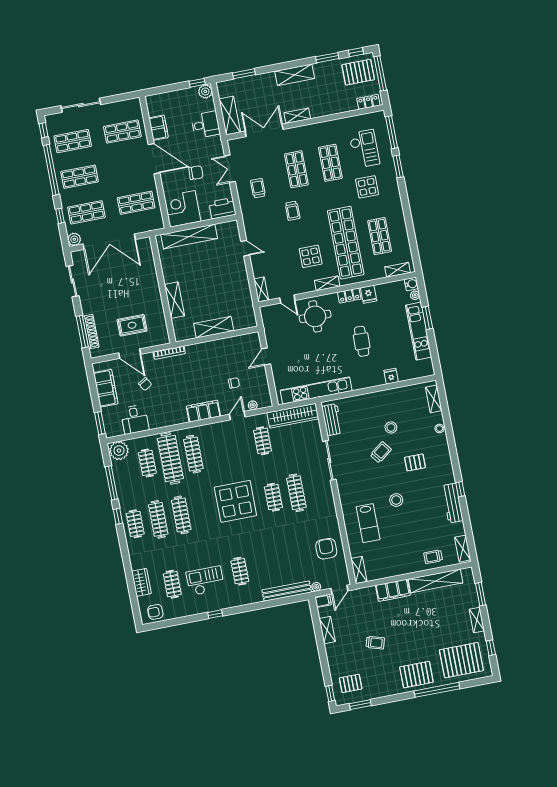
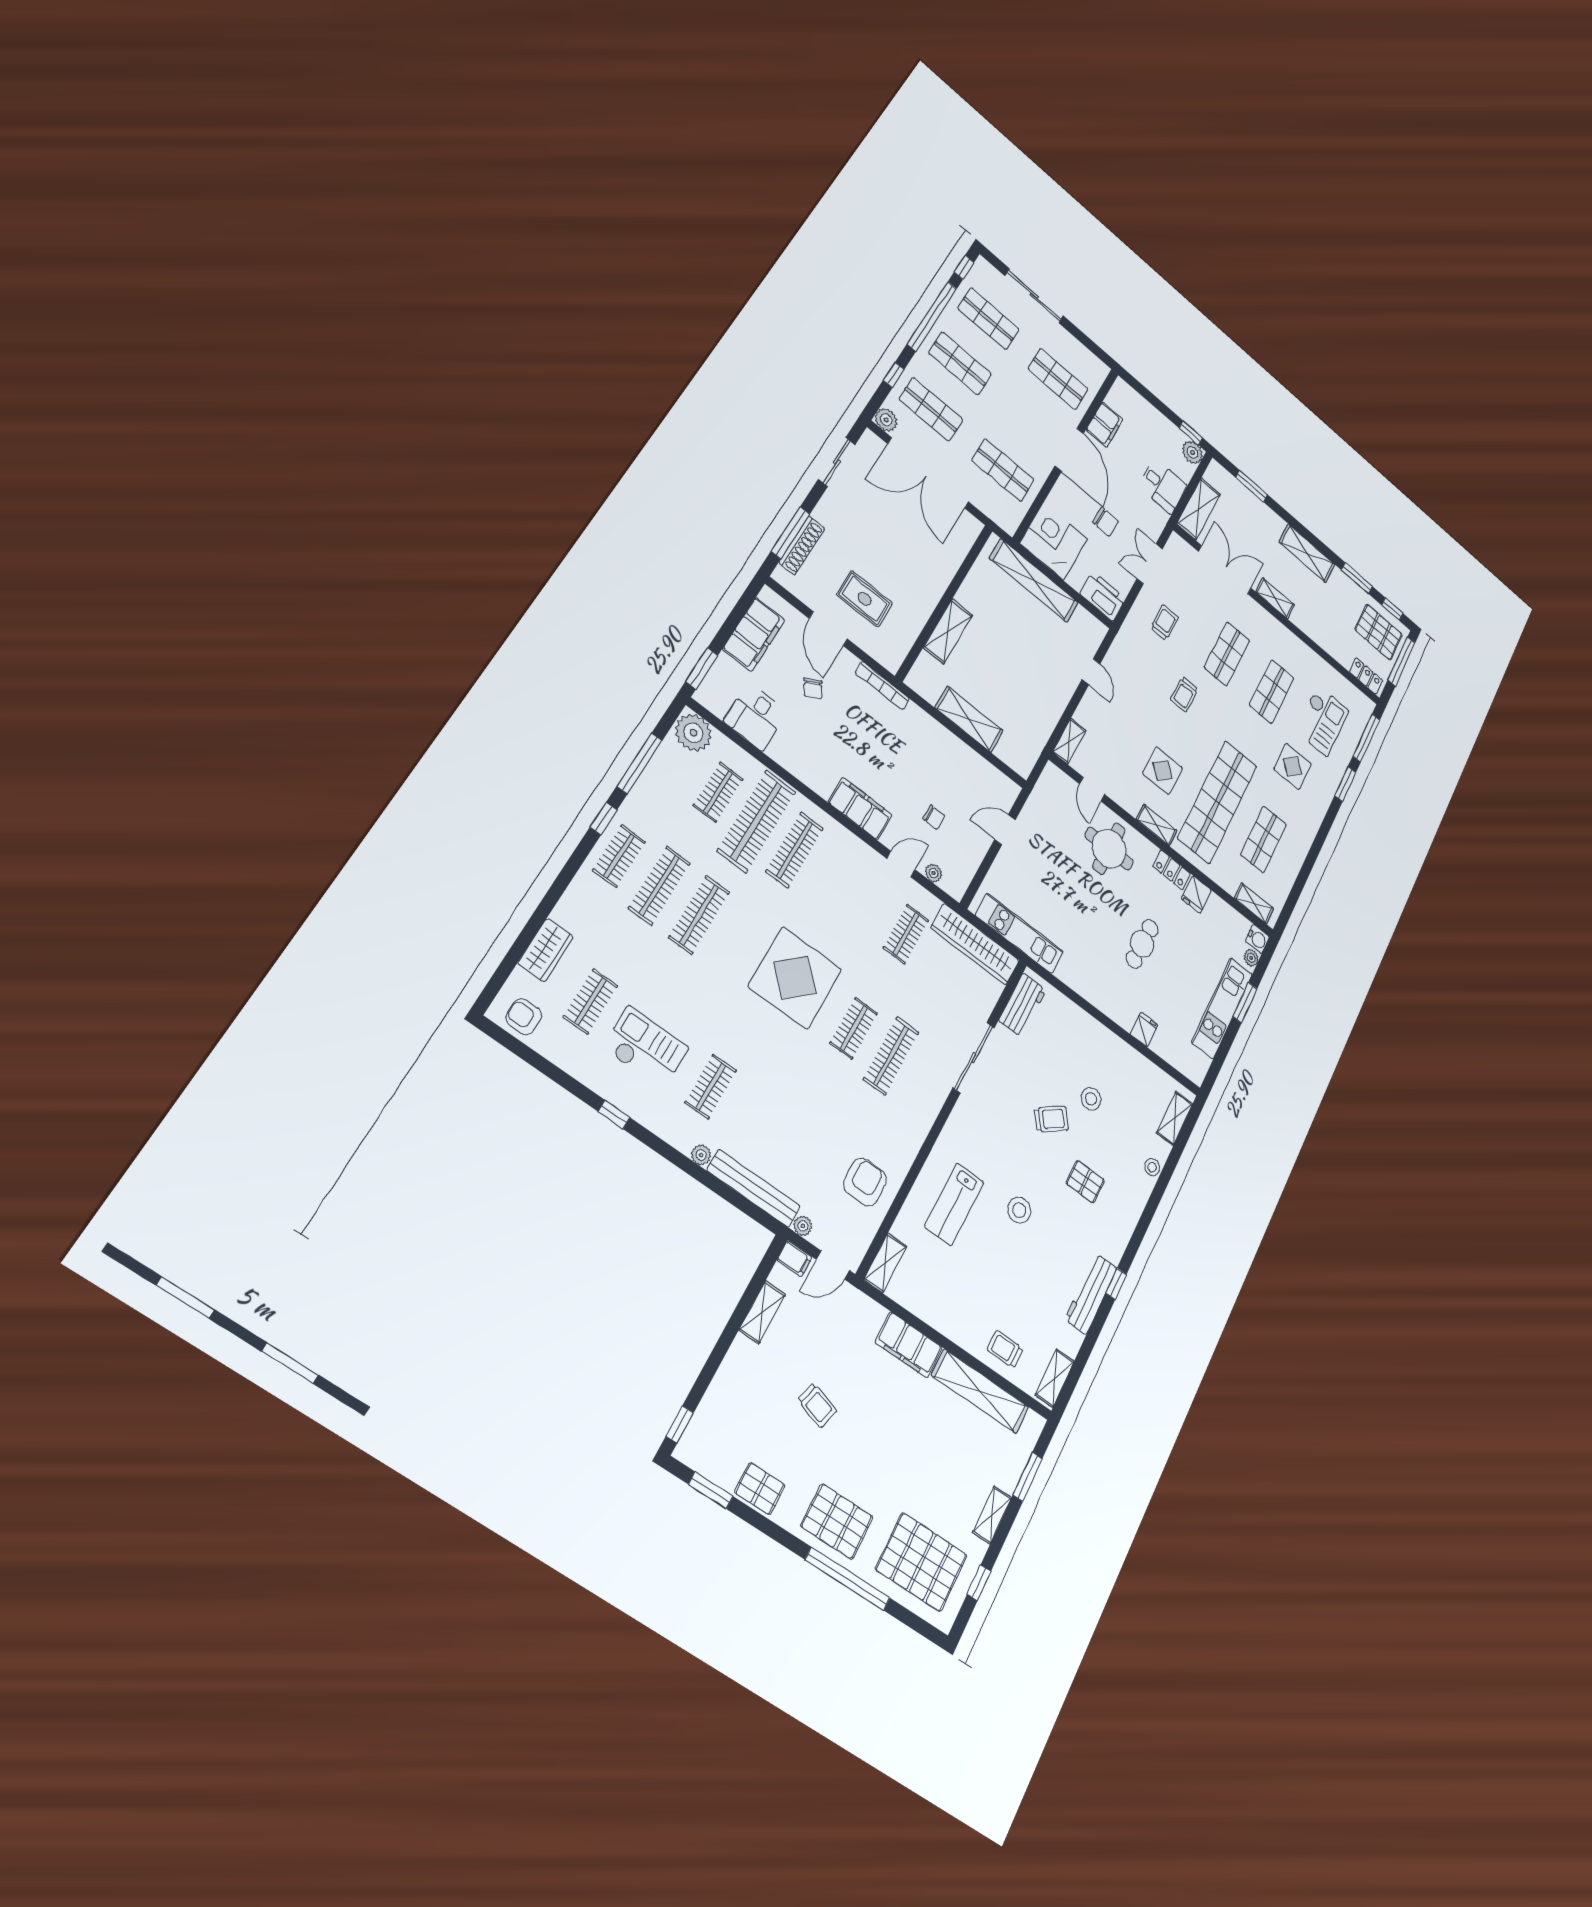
kitchen unit: (316, 390) -> (1019, 933), width x0.73
plant: (258, 598) -> (701, 1155), added
pallet: (351, 683) -> (760, 1489), moved

